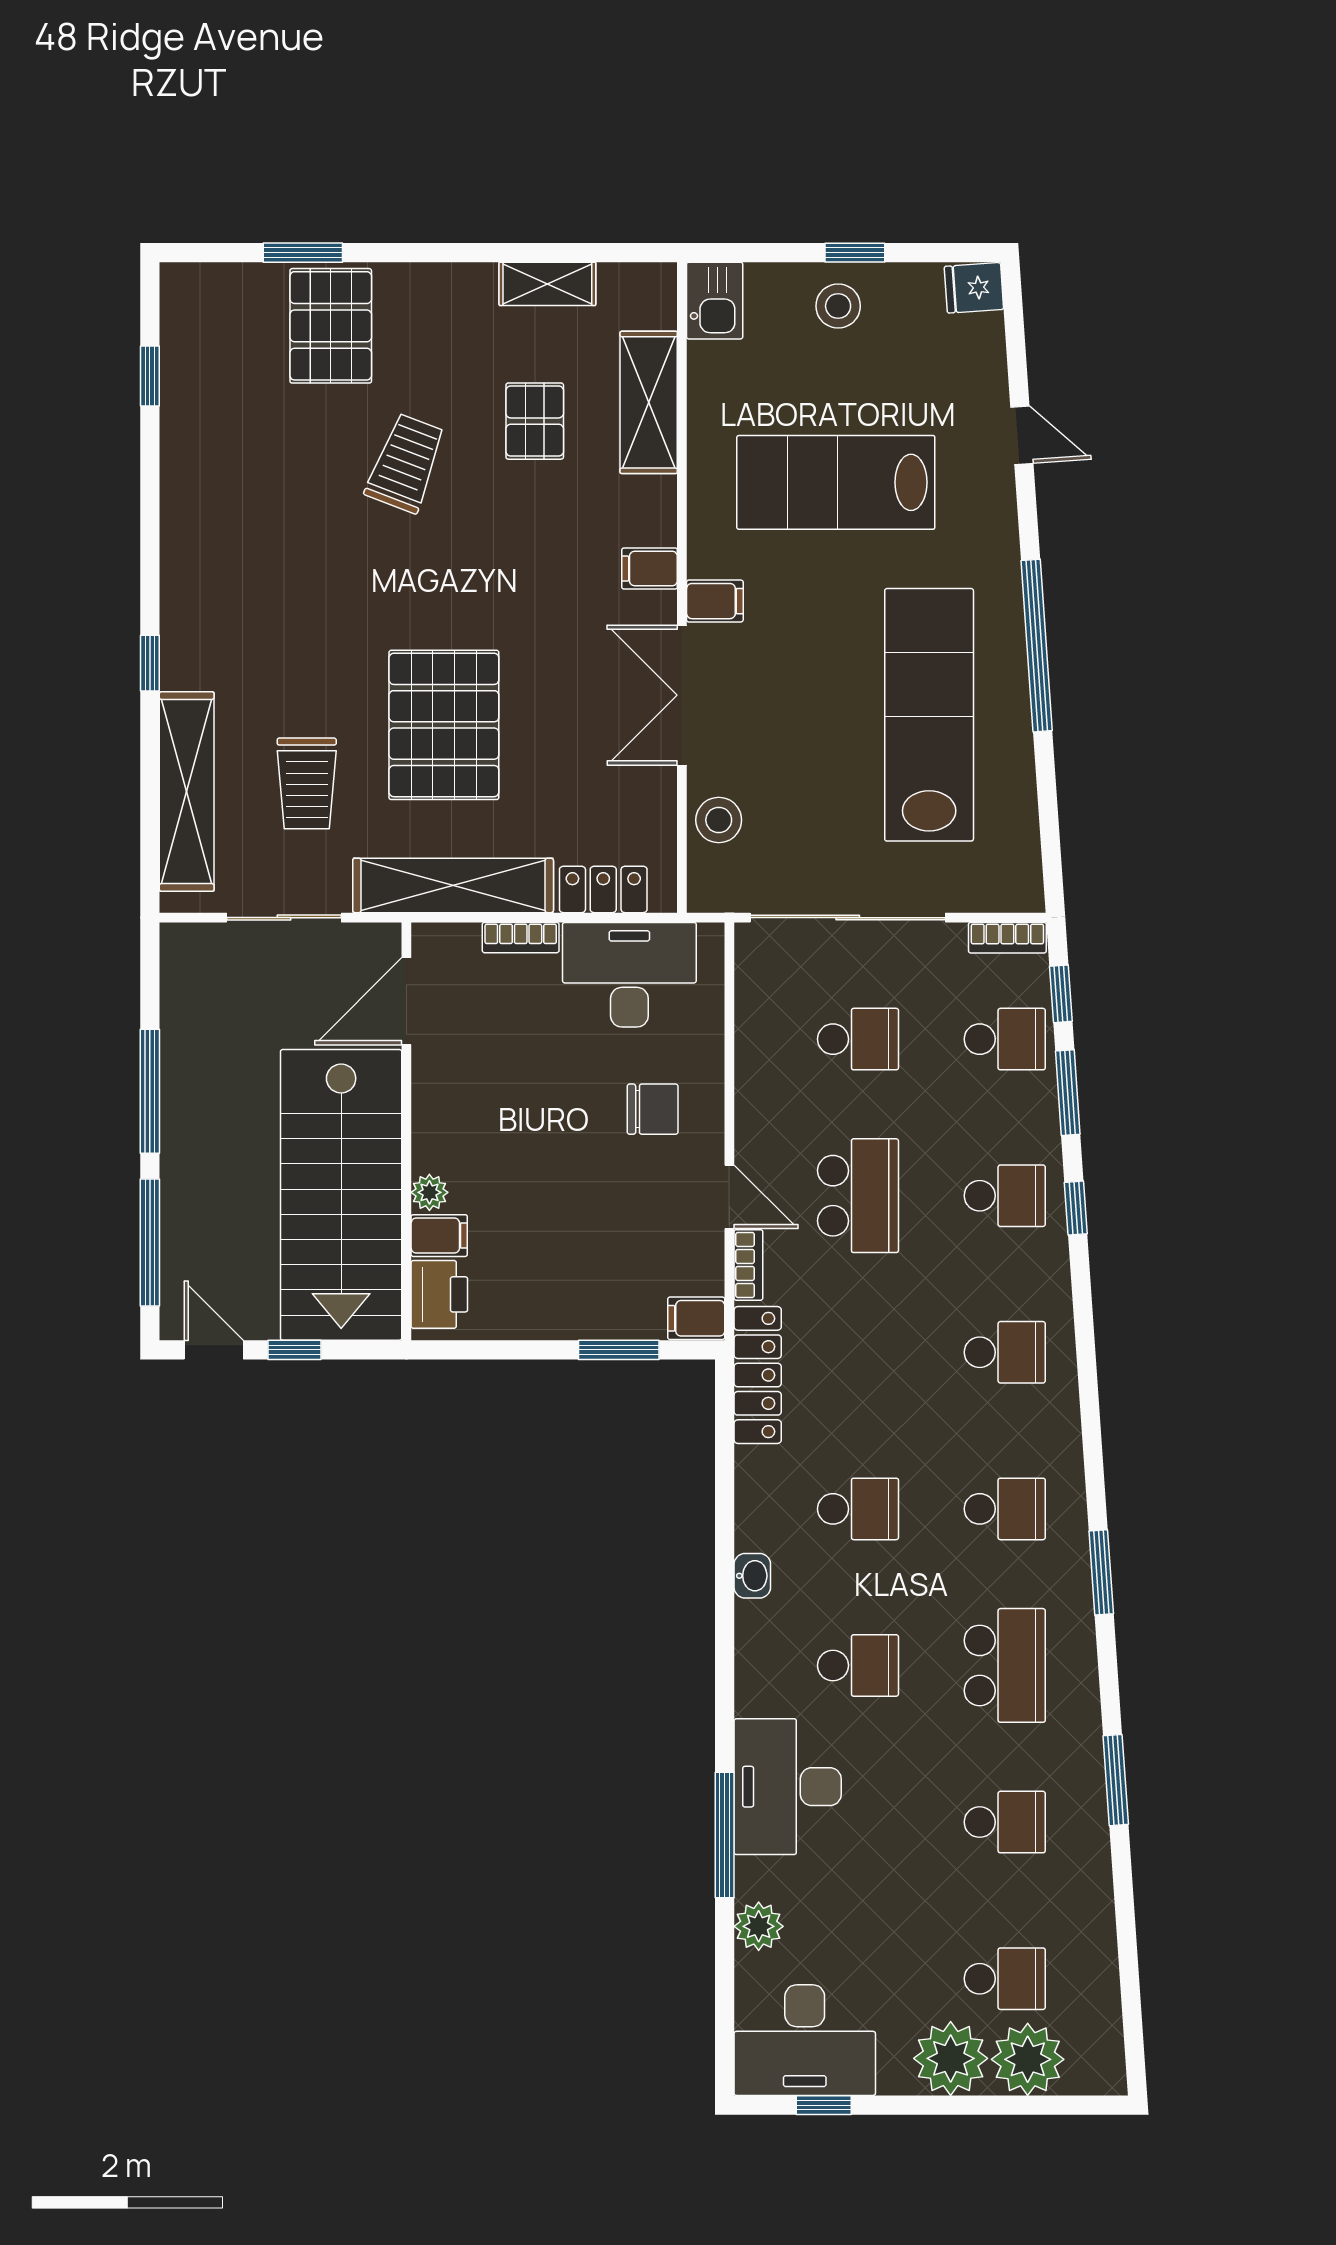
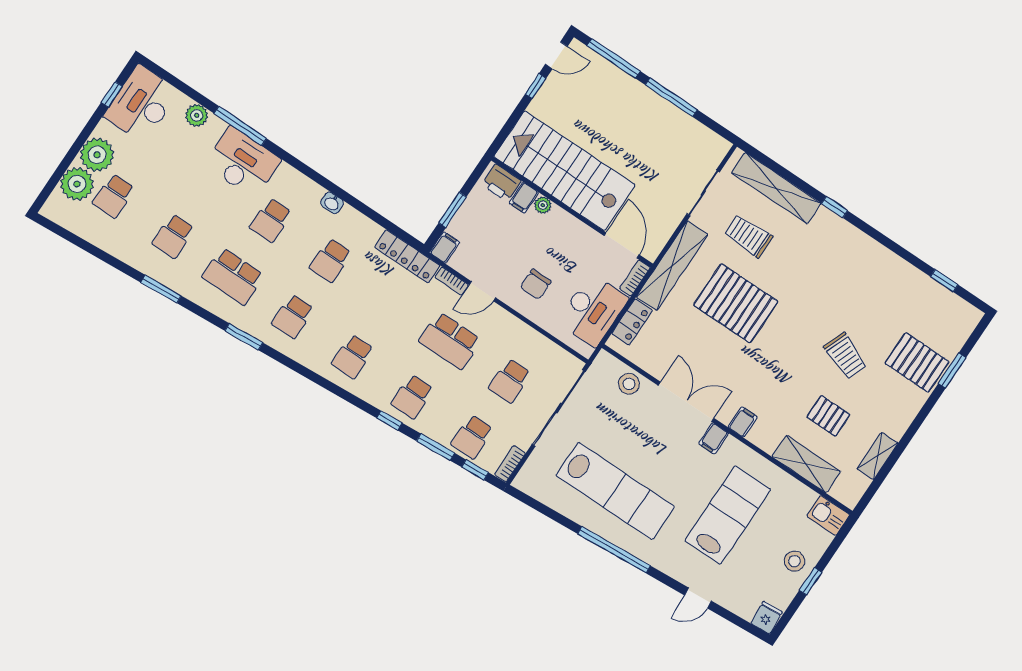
door: (406, 1001) -> (622, 245), moved
wall: (406, 1131) -> (572, 212), moved
plant: (429, 1192) -> (543, 205), moved
stairs: (341, 1195) -> (565, 171), moved
filing cabinet: (439, 1236) -> (524, 198), moved
printer: (439, 1294) -> (501, 183), moved

